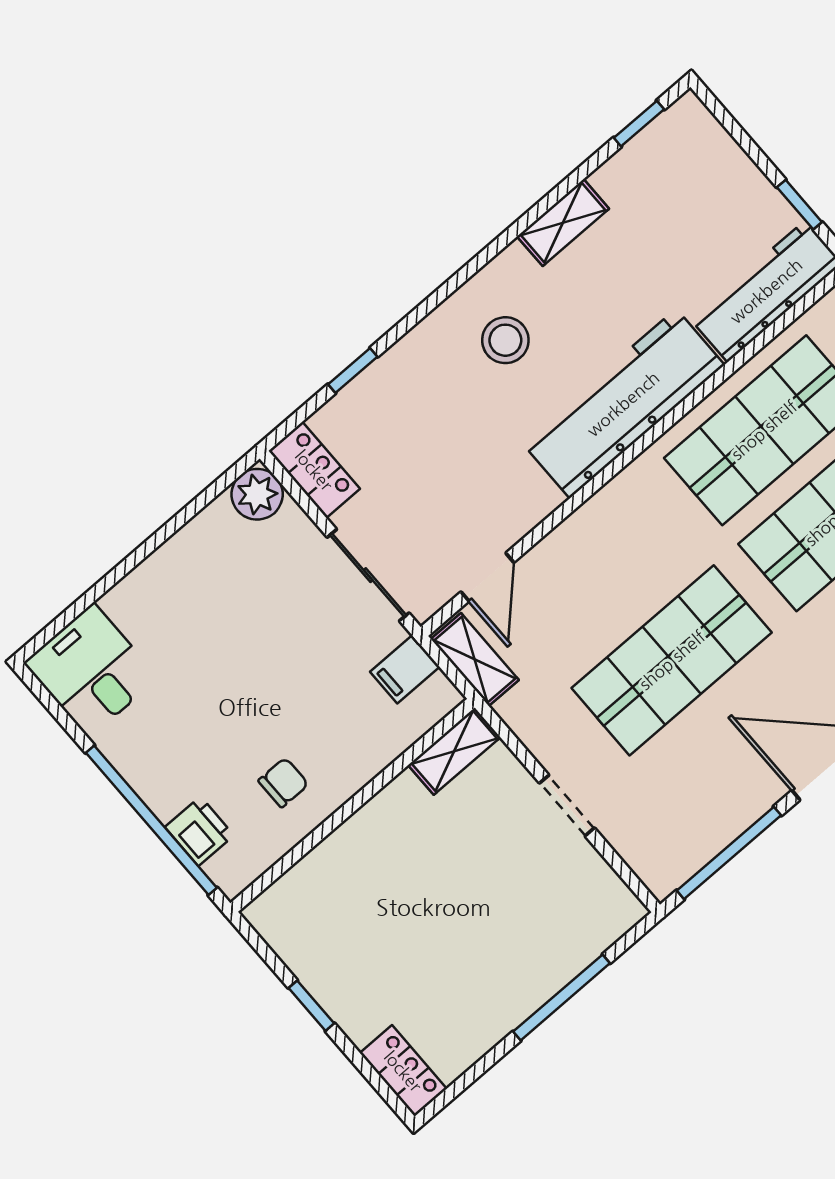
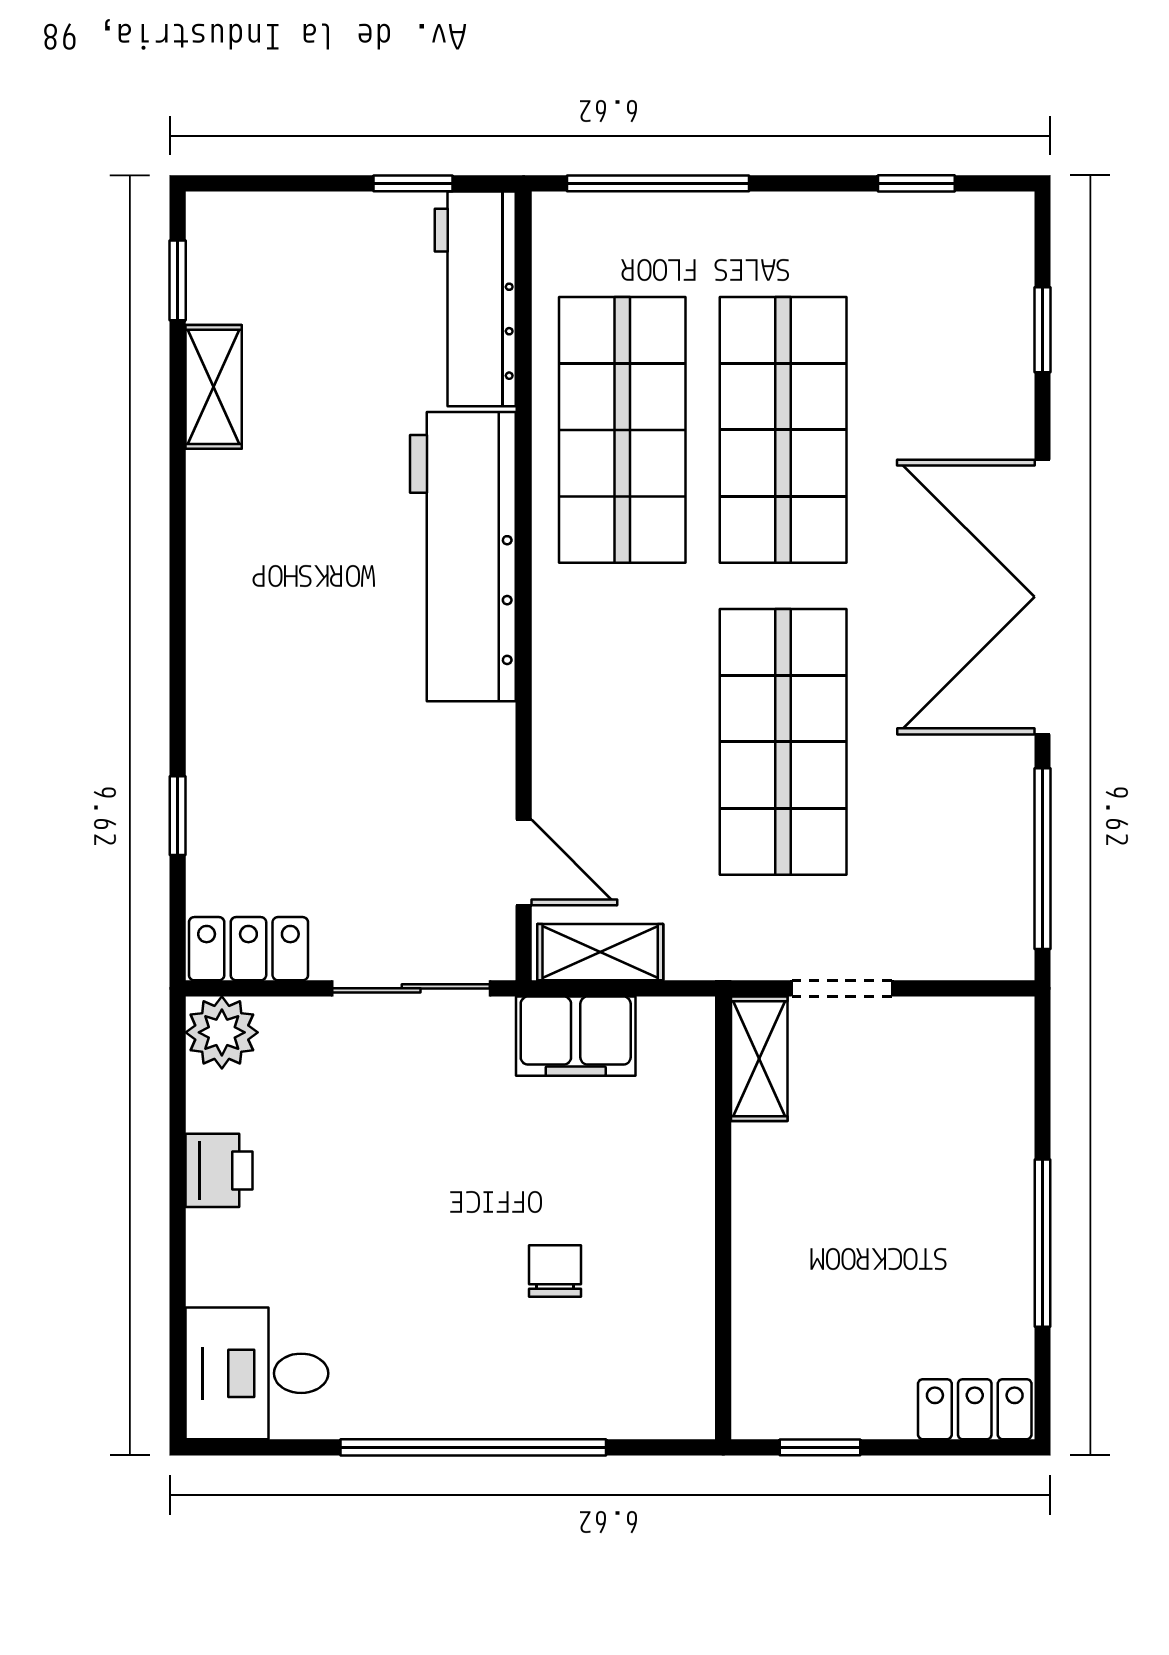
shelving: (563, 223) -> (214, 387), moved
stool: (505, 340) -> (286, 624), removed
filing cabinet: (405, 669) -> (576, 1036), width x2.00
shelving: (454, 751) -> (759, 1059), moved
wall: (353, 805) -> (723, 1218), moved
printer: (199, 831) -> (219, 1170), moved, turned 90
window: (562, 997) -> (1042, 1243), moved

